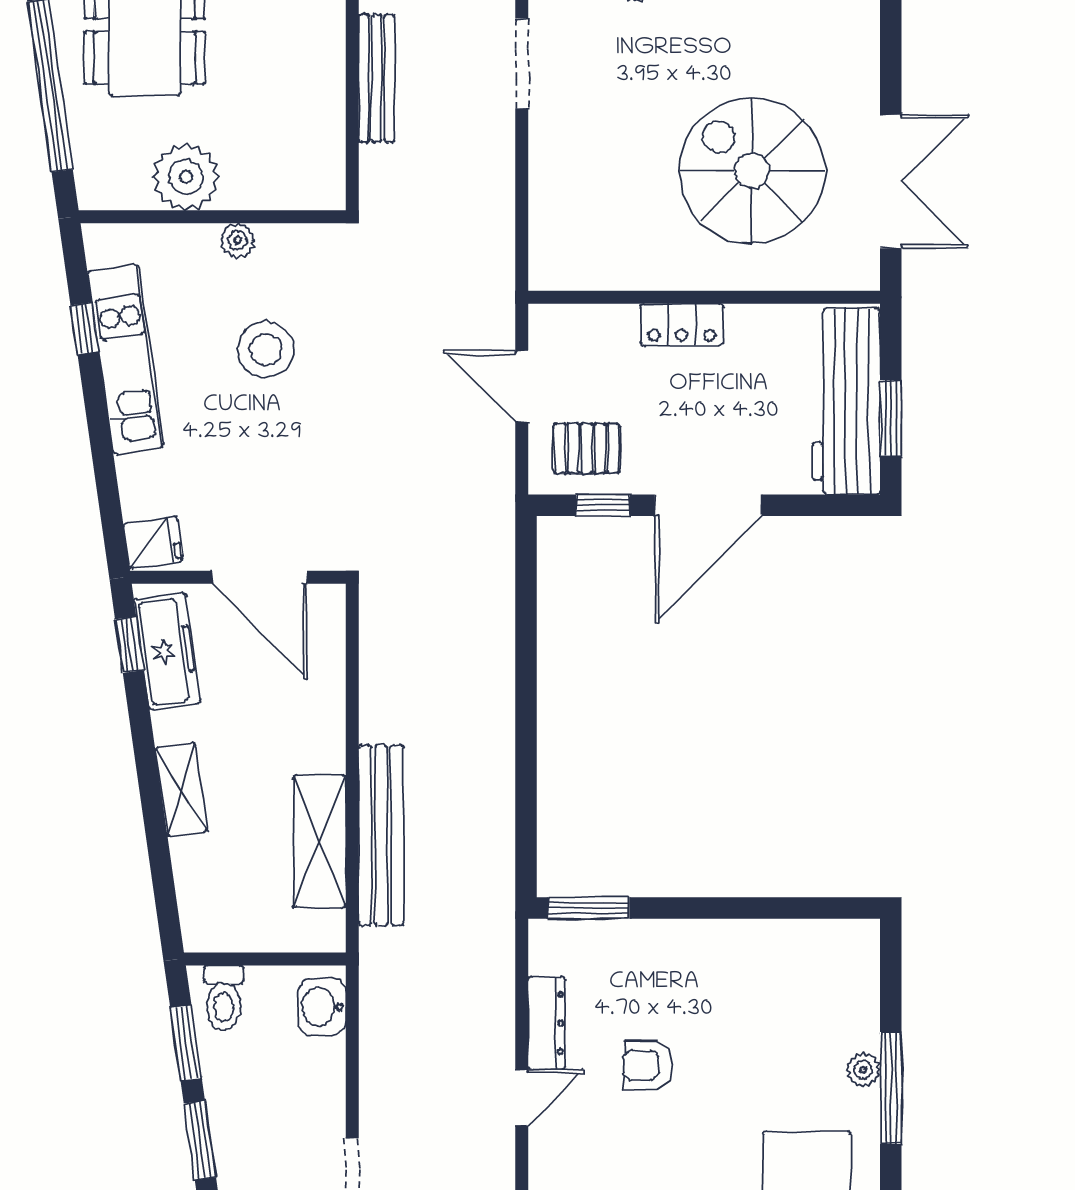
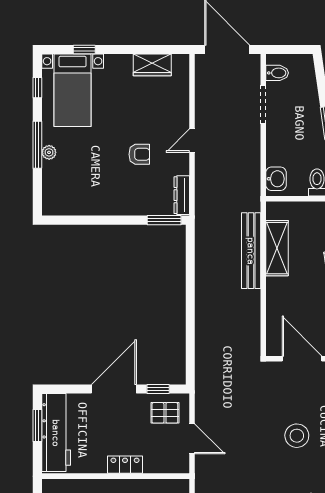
stool: (266, 350) -> (297, 436), moved
dresser: (546, 1023) -> (182, 195), moved

